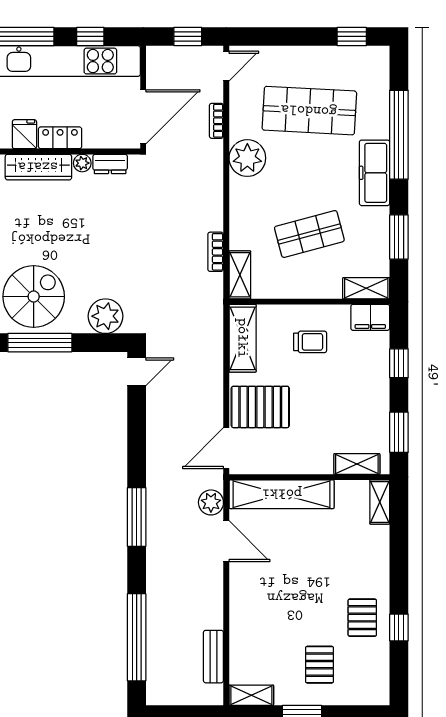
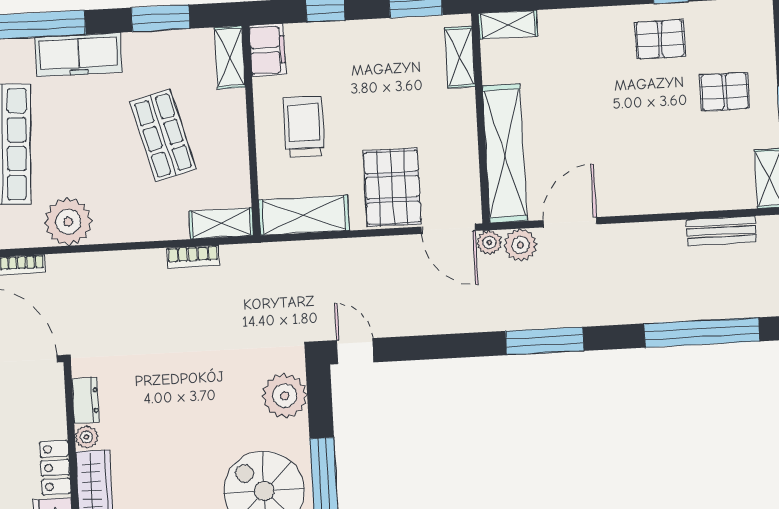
trolley: (310, 342) -> (304, 127), width x1.36, depth x1.39
plant: (214, 479) -> (489, 243), added

